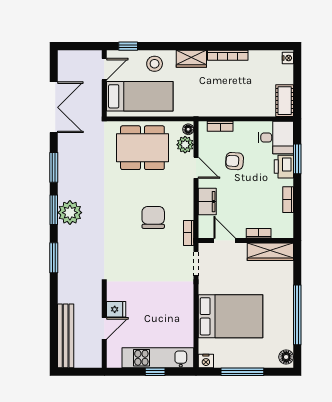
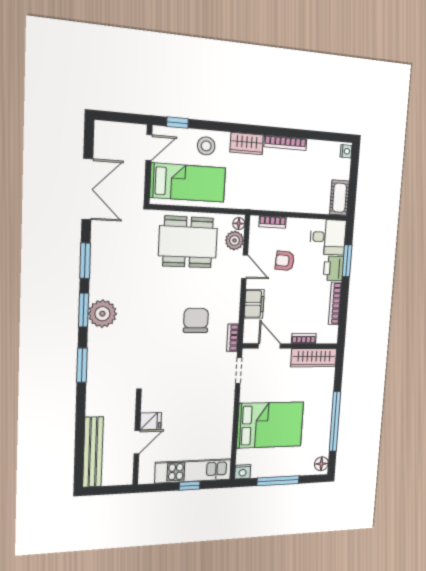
bookcase: (288, 200) -> (335, 303), width x1.56

